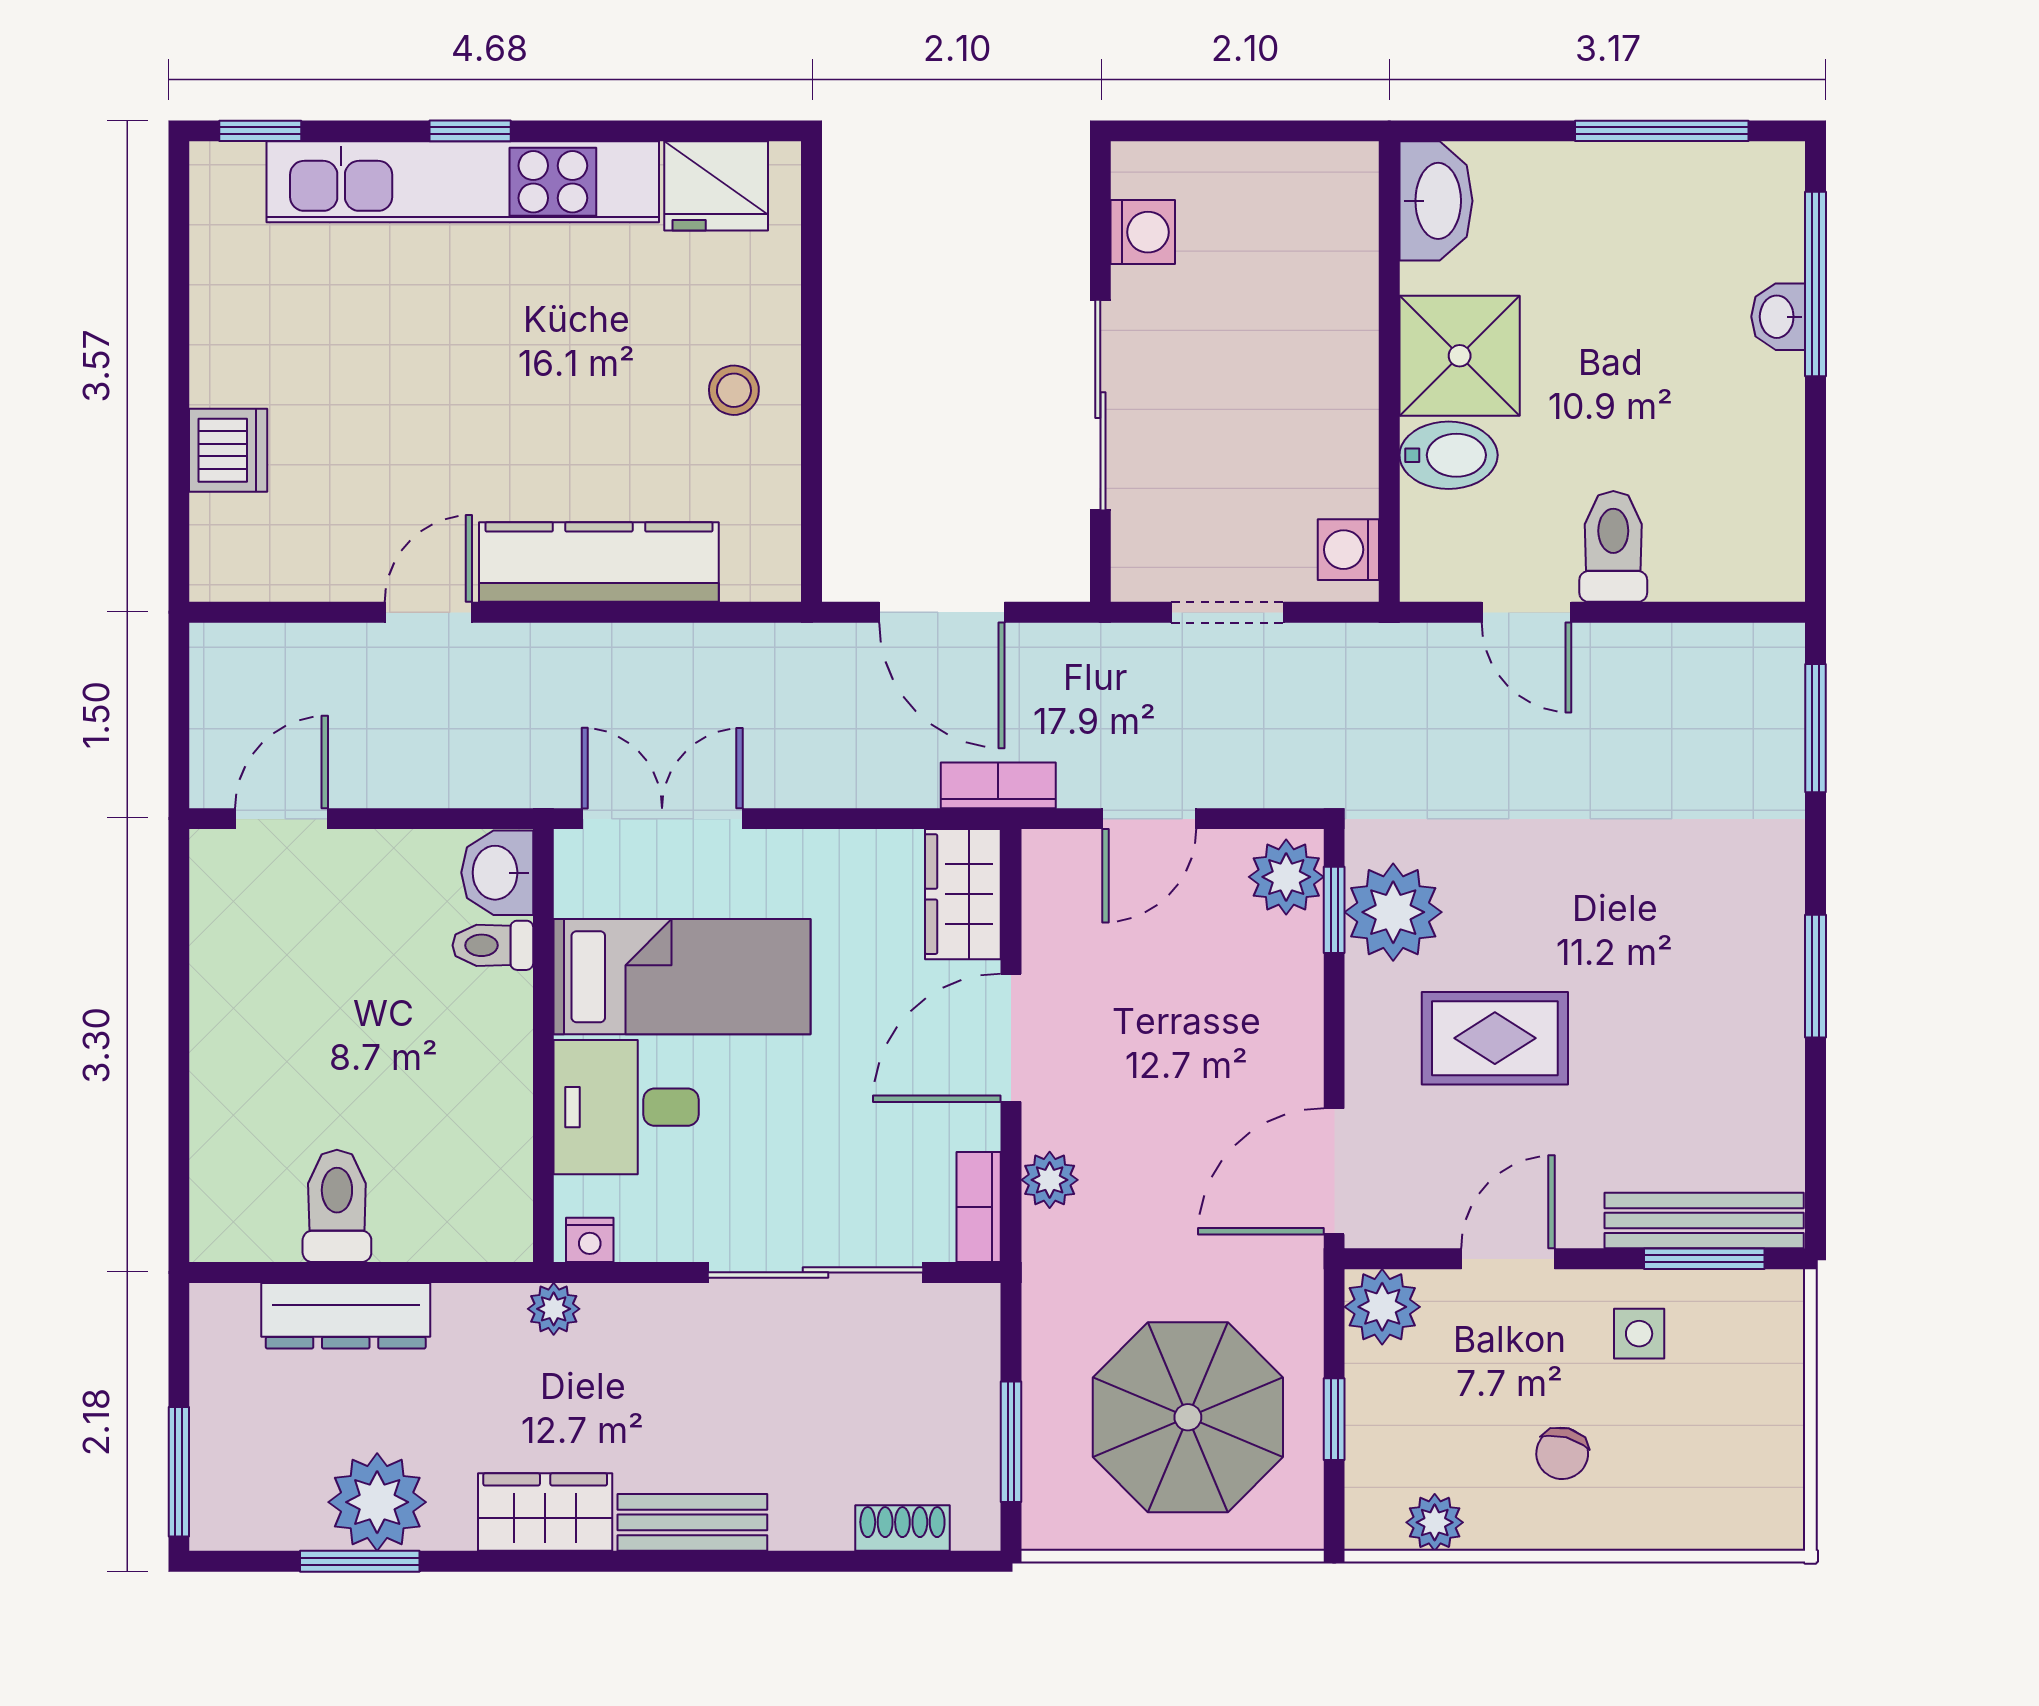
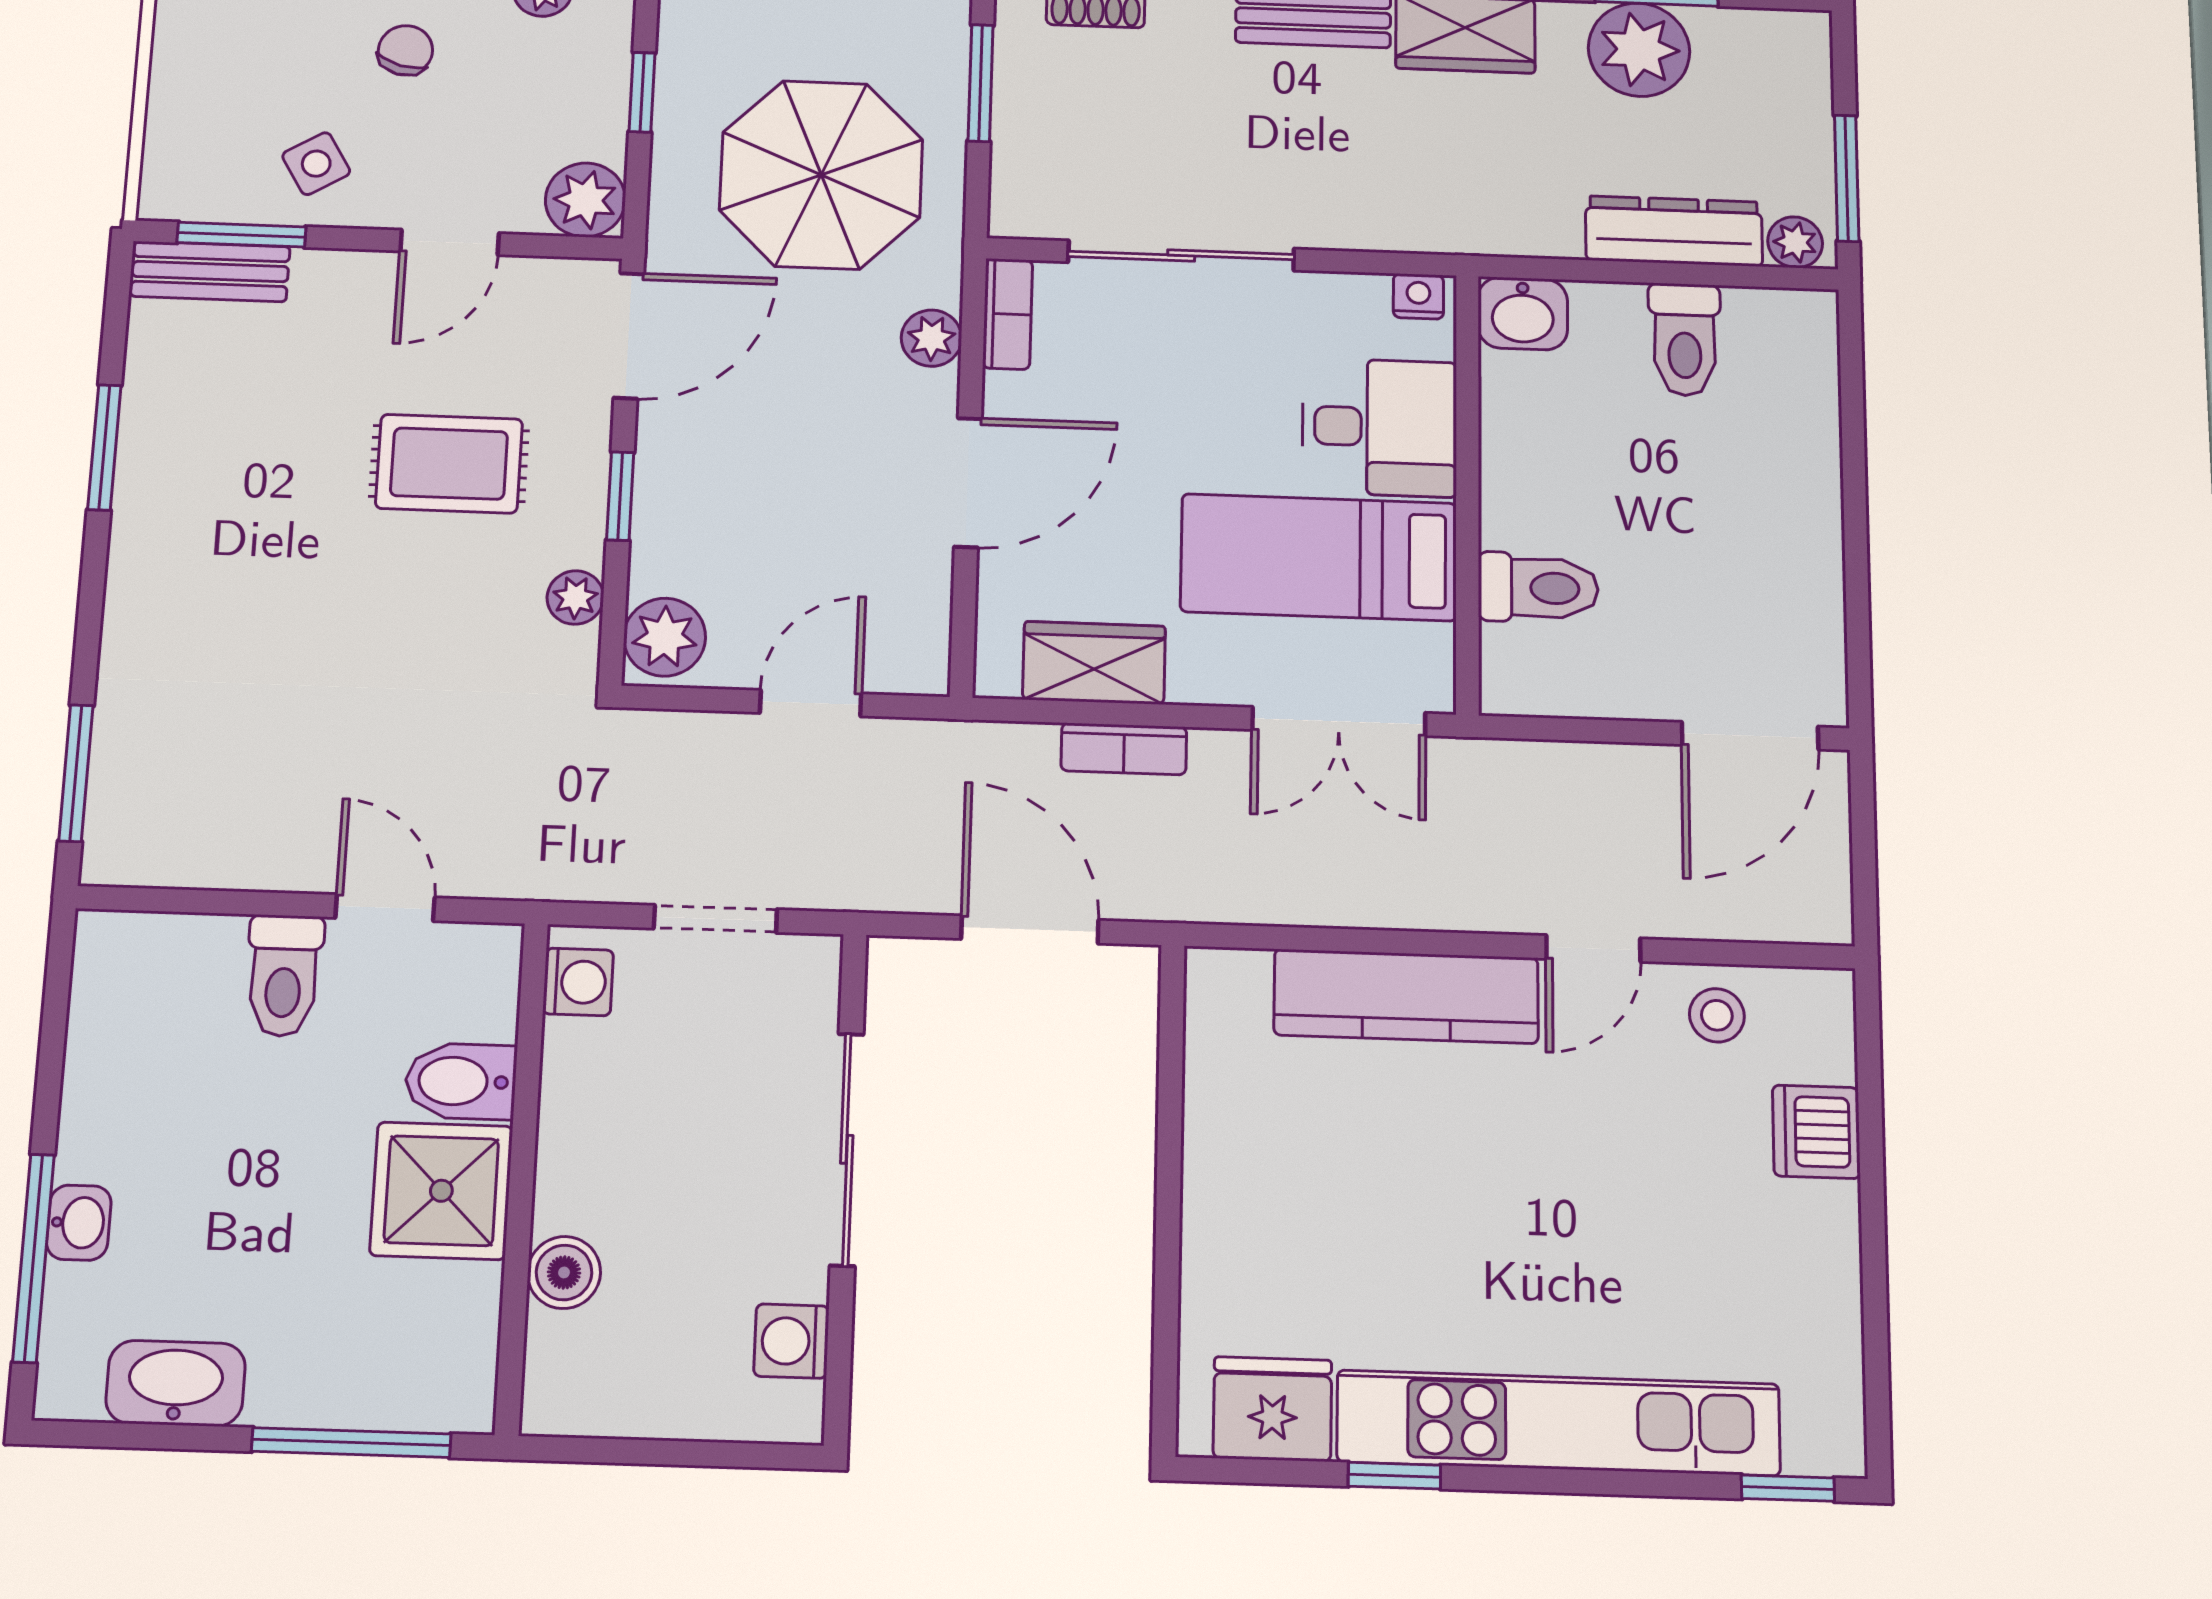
window: (470, 131) -> (1395, 1476), moved
window: (1662, 131) -> (351, 1443), moved
washbasin: (1436, 201) -> (176, 1383), moved, turned 90
boiler: (1347, 286) -> (564, 1272), added
stool: (734, 390) -> (1717, 1015), moved
bookcase: (998, 785) -> (1124, 749), moved
door: (282, 819) -> (1750, 736), width x1.38
washbasin: (497, 873) -> (1523, 314), moved, turned 90
wardrobe: (963, 894) -> (1094, 663), moved, turned -90
window: (1334, 910) -> (620, 496), moved
plant: (1393, 912) -> (575, 598), width x0.53, depth x0.53
toilet: (493, 945) -> (1538, 588), width x1.37, depth x1.39
window: (1816, 976) -> (104, 447), moved
bench: (1704, 1221) -> (210, 271), width x0.73
plant: (554, 1309) -> (1795, 242), moved
side table: (1639, 1334) -> (316, 164), turned -31
parasol: (1188, 1417) -> (821, 175), moved
window: (179, 1472) -> (1847, 178), moved

